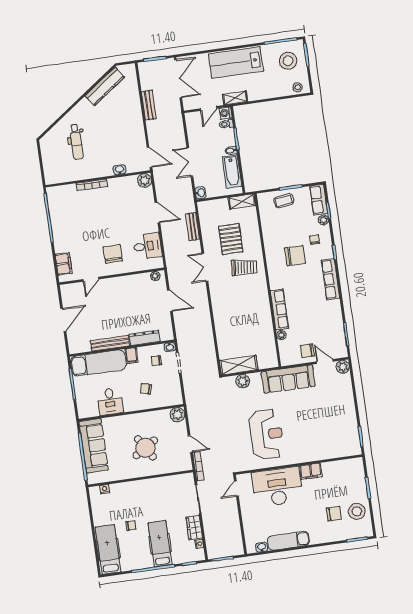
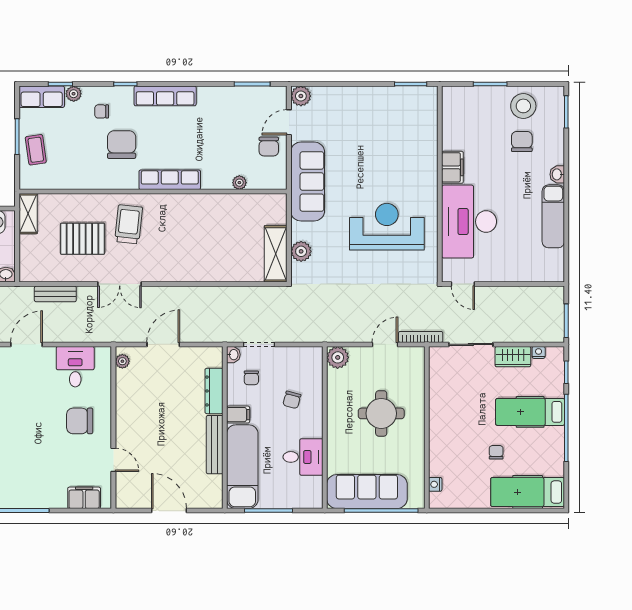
row of seats: (280, 309) -> (170, 180), moved
round table: (145, 448) -> (381, 413), turned 32
washbasin: (262, 547) -> (557, 174), moved

